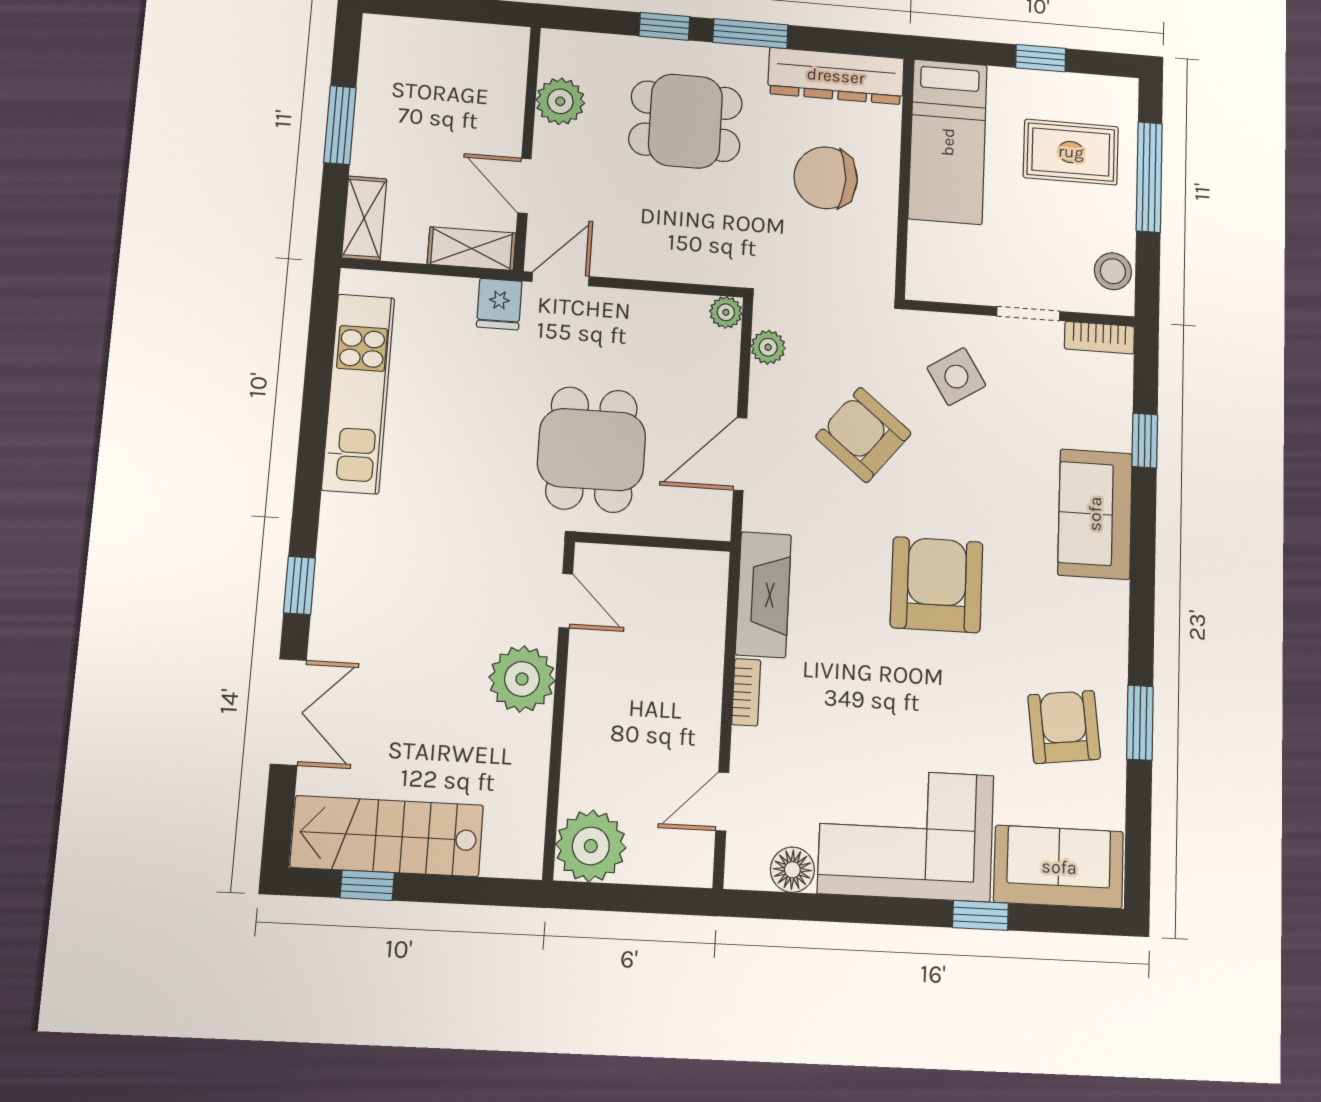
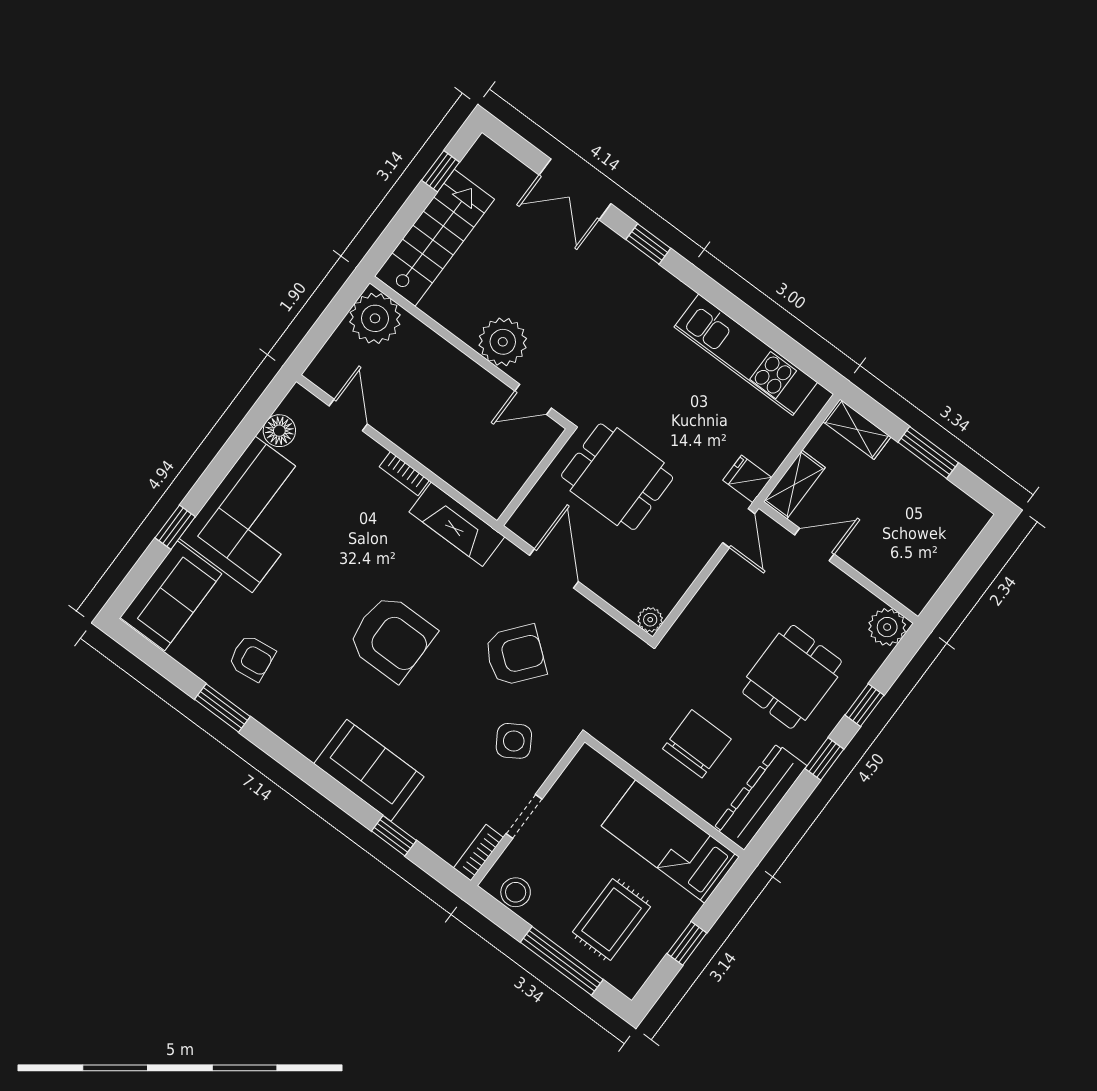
window: (750, 34) -> (824, 759), width x0.67
plant: (560, 101) -> (887, 627), moved
plant: (768, 347) -> (610, 632), removed
armchair: (1064, 727) -> (252, 658), width x0.72, depth x0.72
stairs: (387, 836) -> (435, 238), moved

